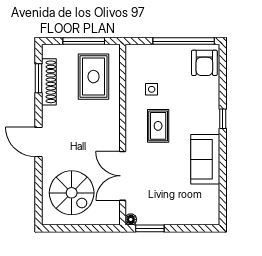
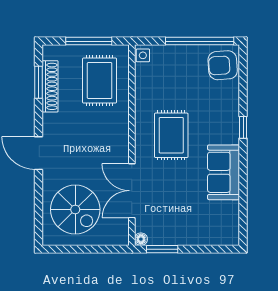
armchair: (204, 63) -> (223, 65), turned 86
side table: (152, 89) -> (143, 55), moved
rug: (158, 126) -> (171, 135), width x1.36, depth x1.43

